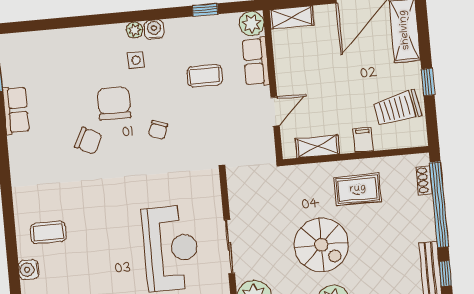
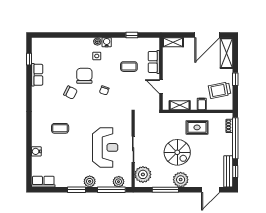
plant: (252, 24) -> (154, 44), removed
door: (275, 111) -> (161, 87), swing flipped
coffee table: (48, 232) -> (60, 128), moved

